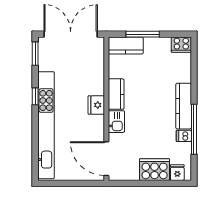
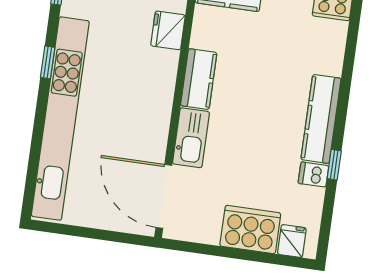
fridge: (96, 105) -> (168, 30), moved
kitchen sink: (116, 122) -> (191, 138), width x1.38
window: (194, 129) -> (334, 165), width x0.32

